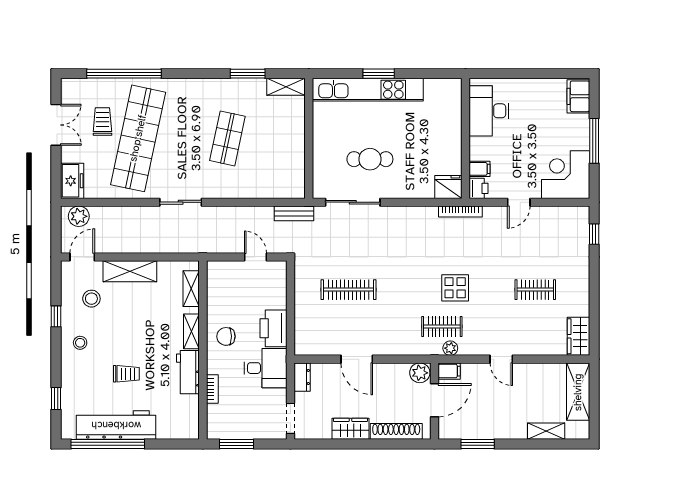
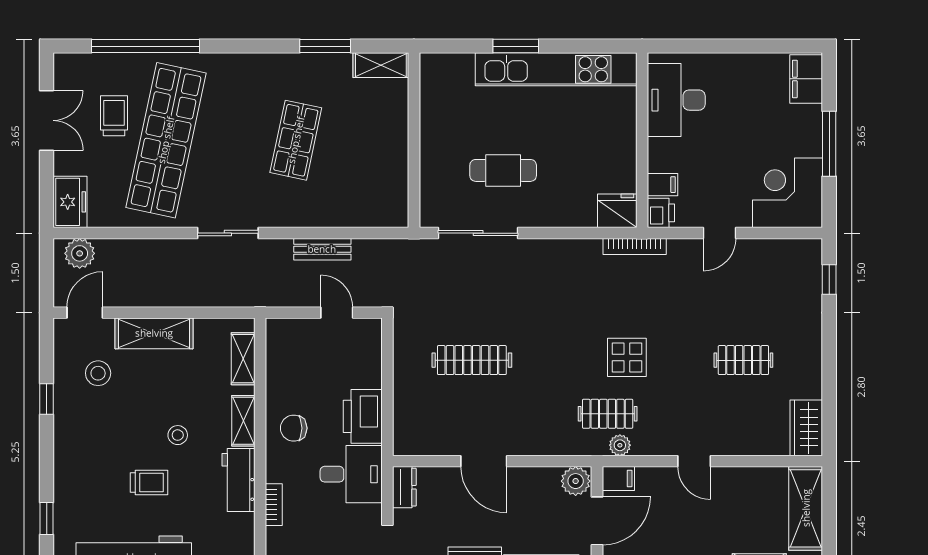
kitchen unit: (368, 90) -> (556, 69), moved
bench: (294, 213) -> (322, 249), moved
stool: (80, 343) -> (178, 435), moved

